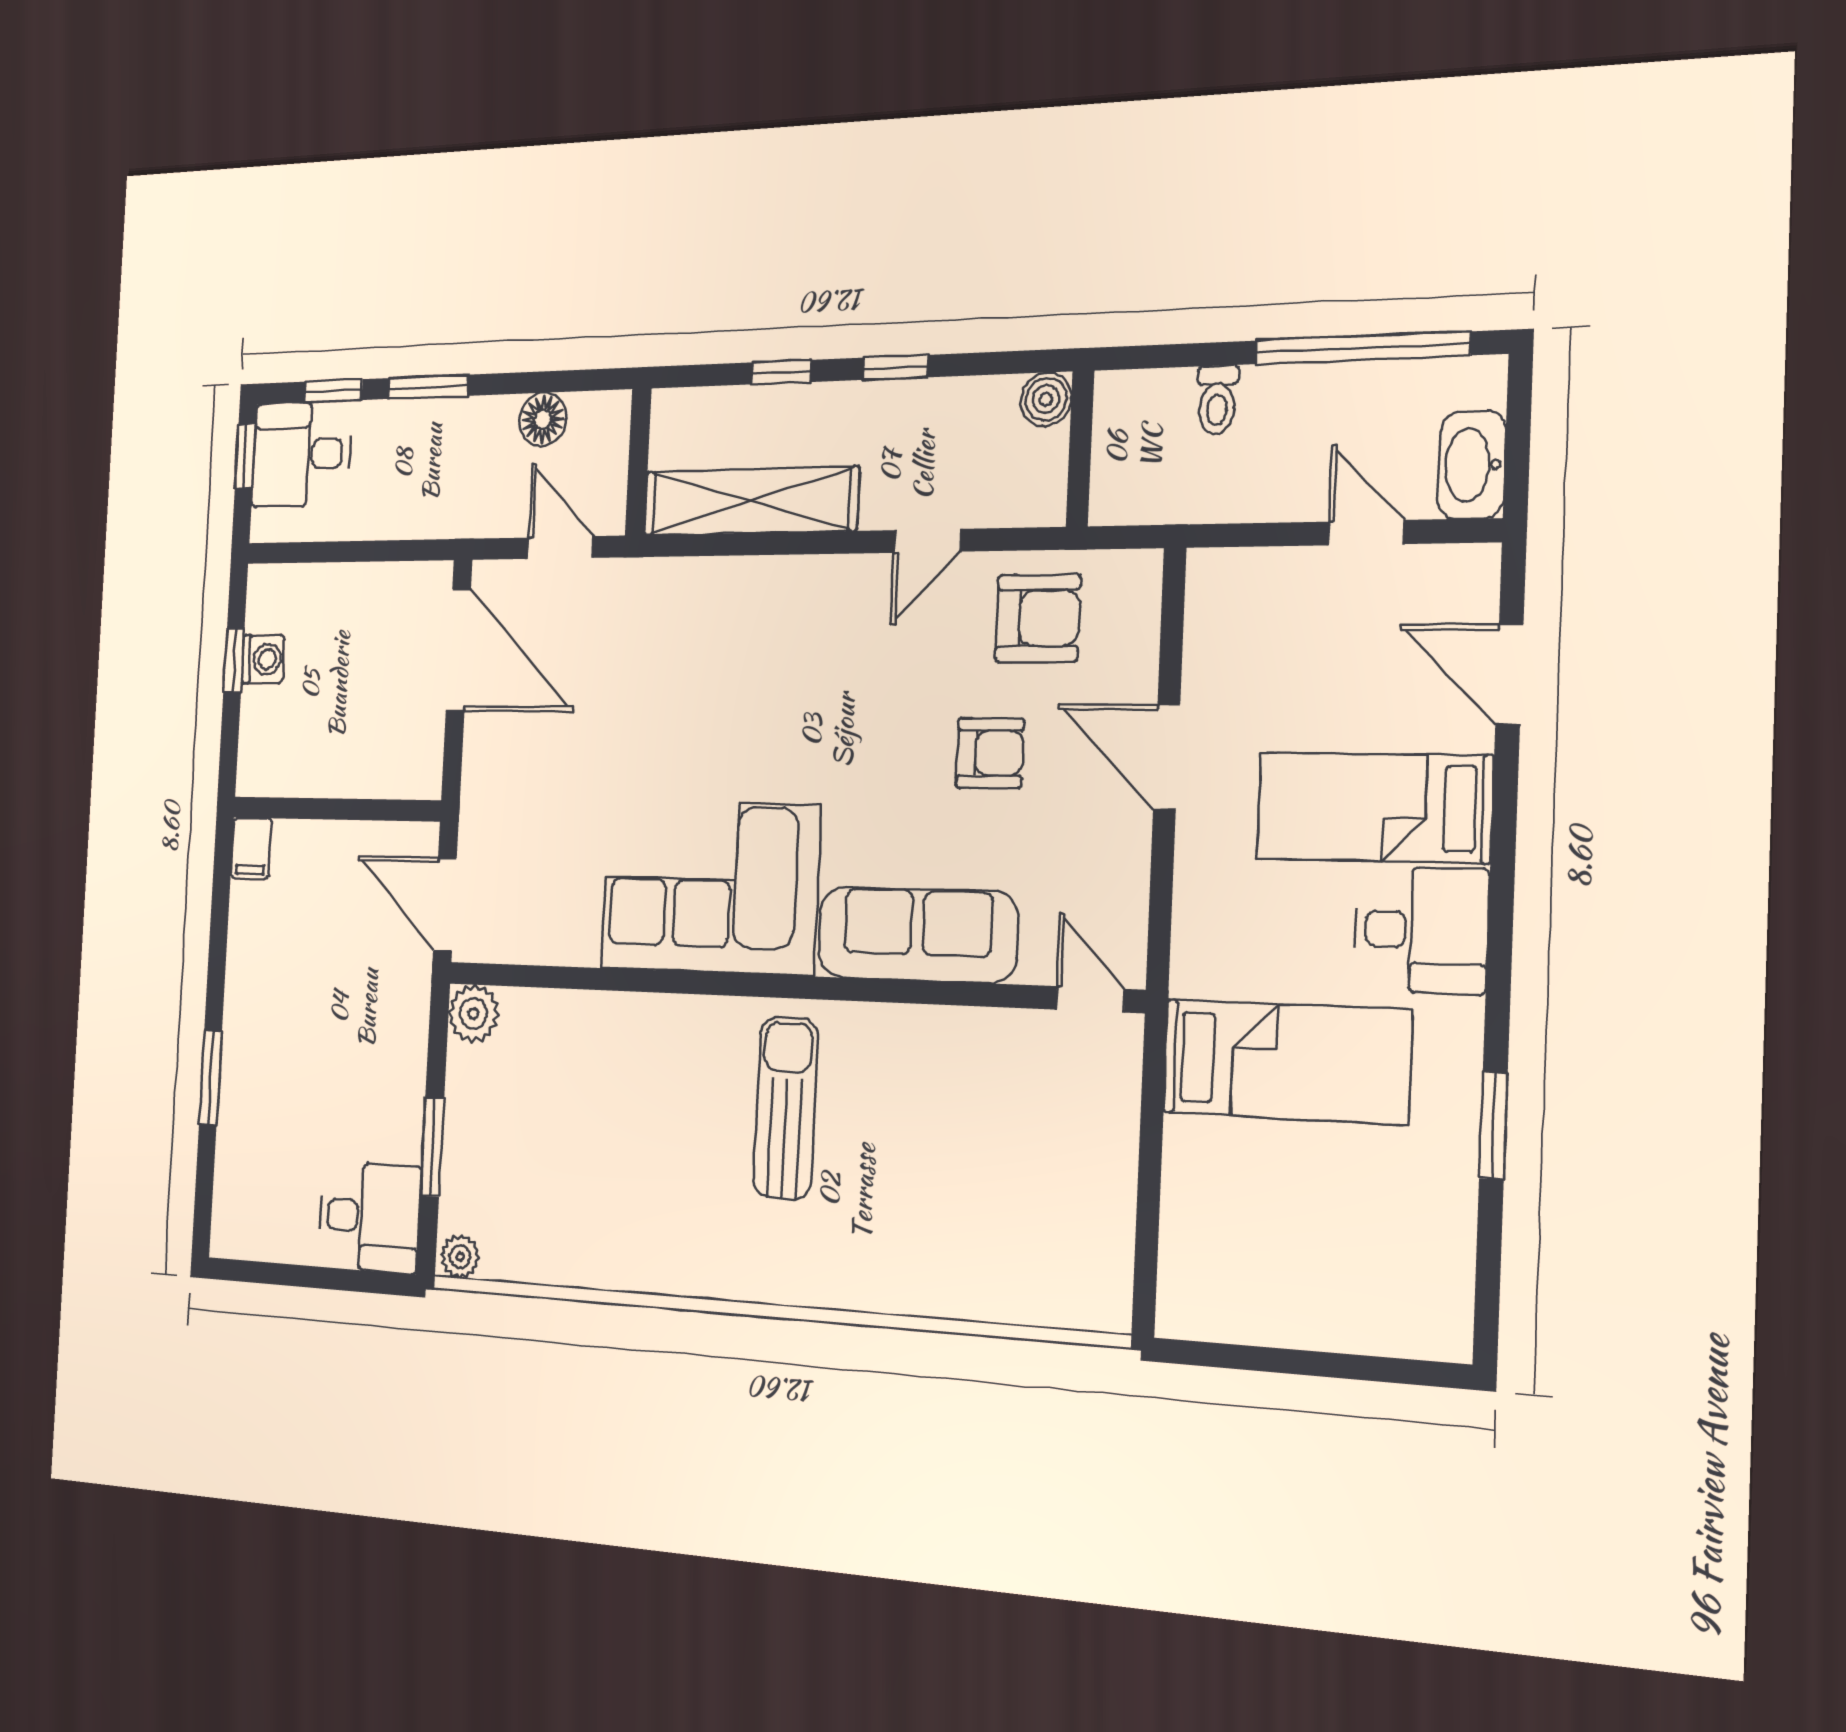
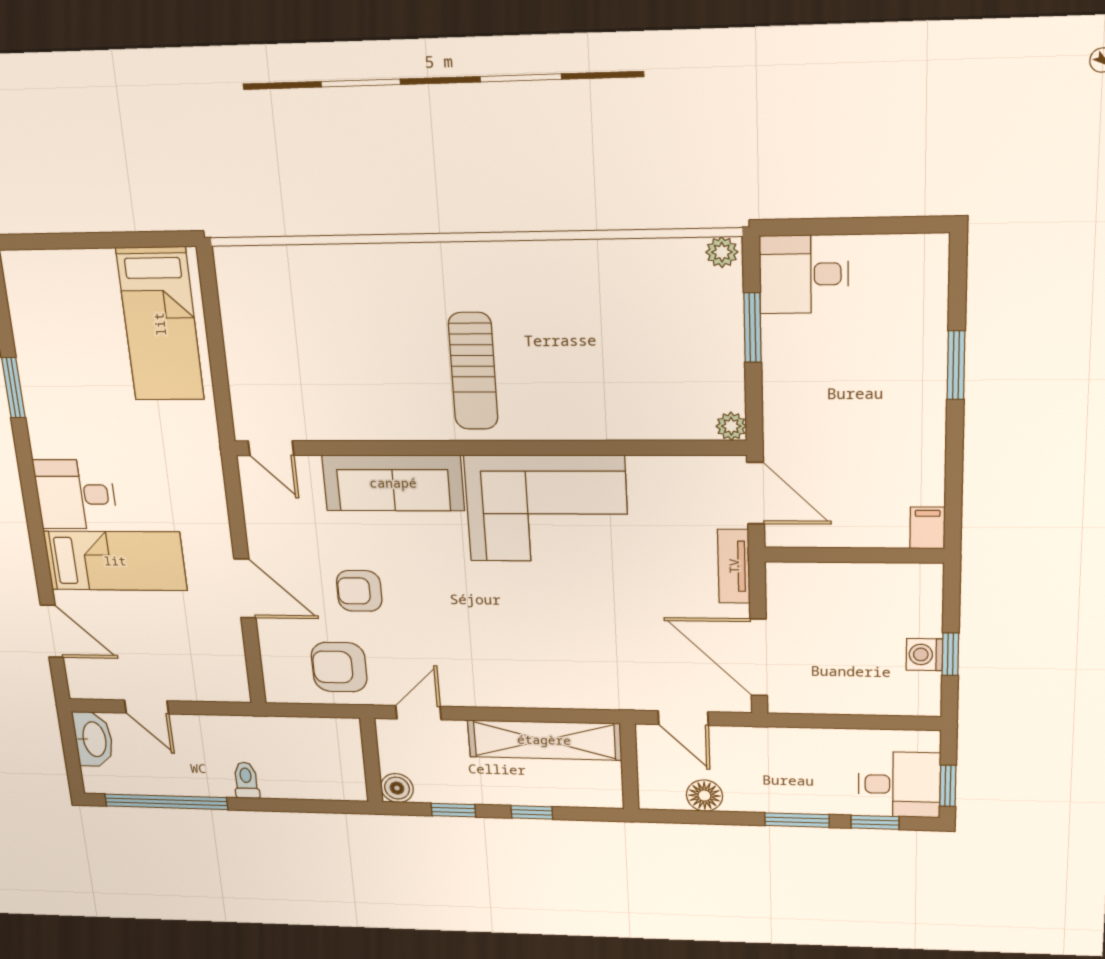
boiler: (1046, 399) -> (397, 788), moved
wall: (1080, 449) -> (371, 760), moved
tv unit: (479, 793) -> (734, 566), added
plant: (473, 1014) -> (731, 426), width x0.73, depth x0.73
bed: (1286, 1061) -> (160, 324), moved, turned -90

